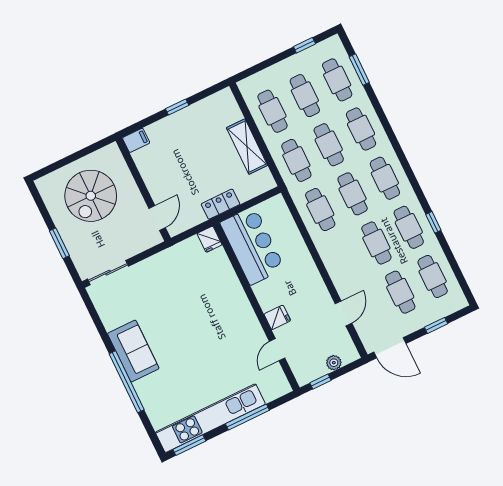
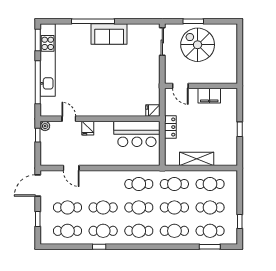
filing cabinet: (136, 140) -> (209, 96), moved, width x2.00
spiral stairs: (91, 196) -> (198, 45), moved
plant: (334, 363) -> (45, 126), moved
window: (247, 417) -> (38, 82), width x1.46

